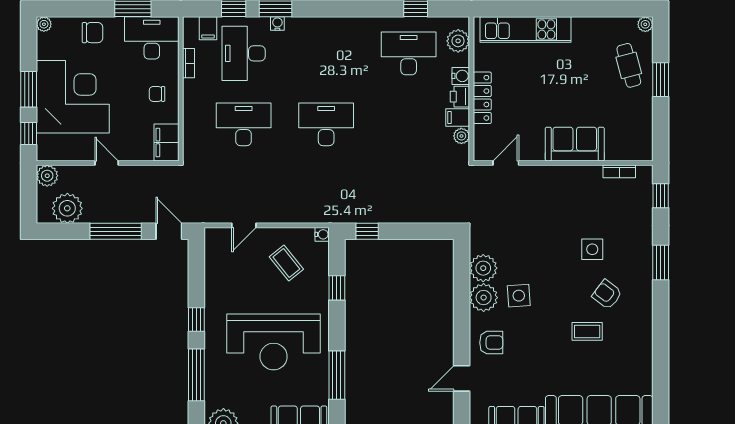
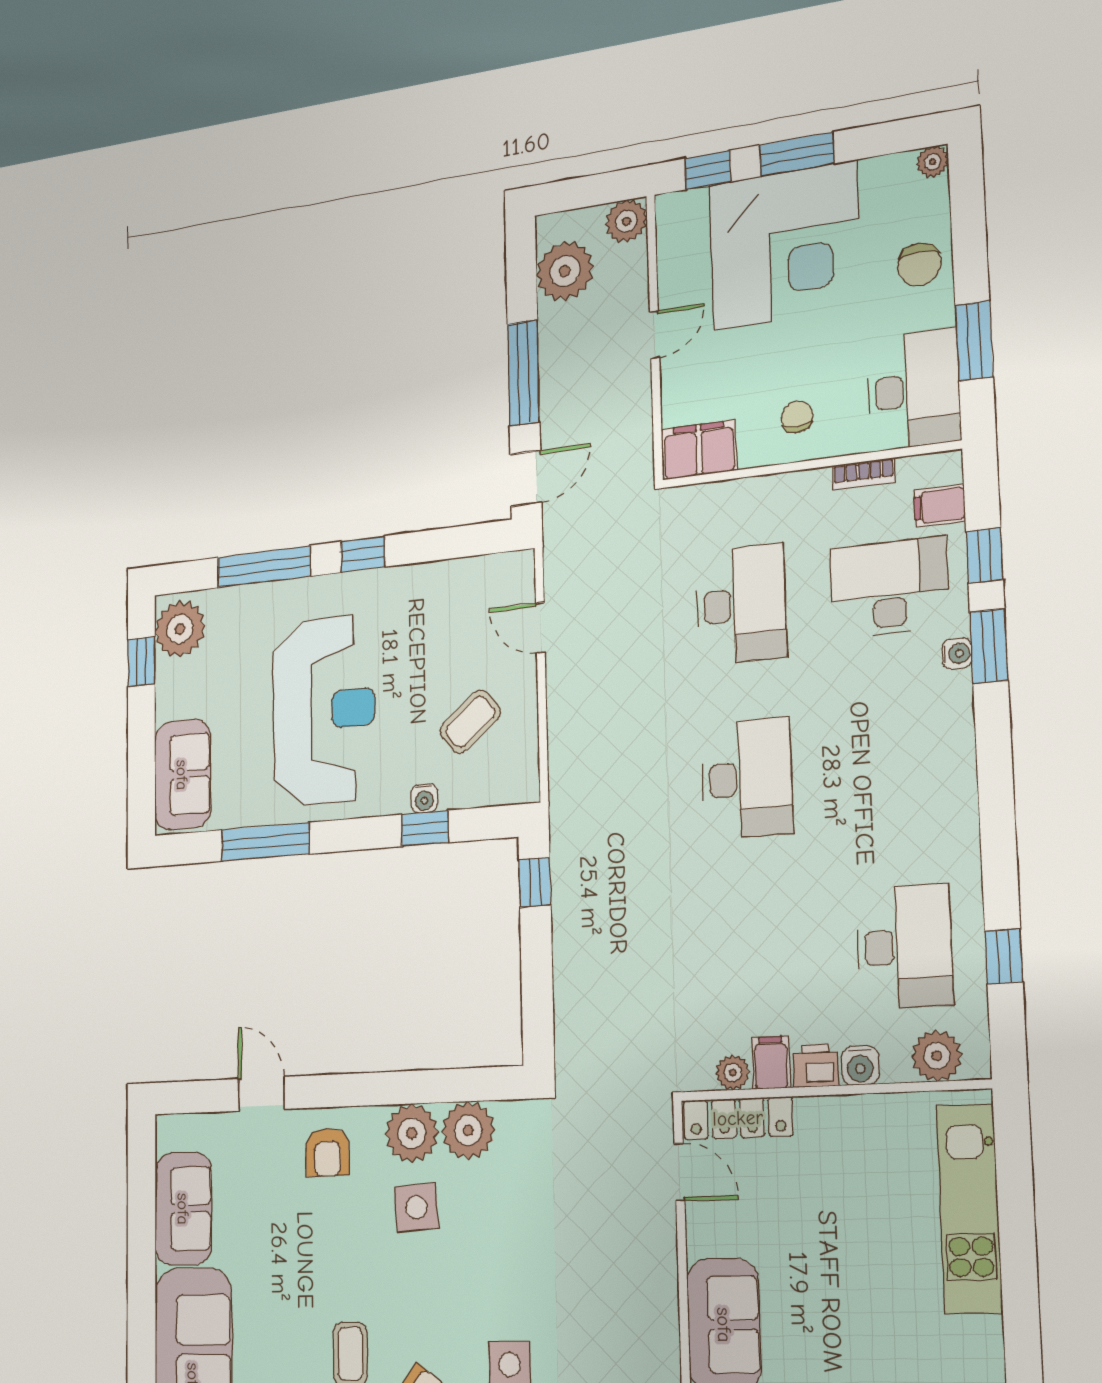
locker: (482, 98) -> (738, 1118), moved
water cooler: (322, 234) -> (424, 798), moved
reception desk: (274, 342) -> (324, 711), turned 180

